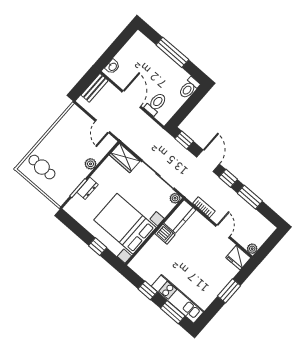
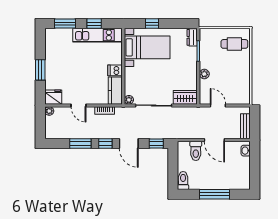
dresser: (88, 188) -> (192, 37), moved
bed with nightstands: (125, 224) -> (147, 47), width x0.73
kitchen unit: (178, 299) -> (97, 35), moved

